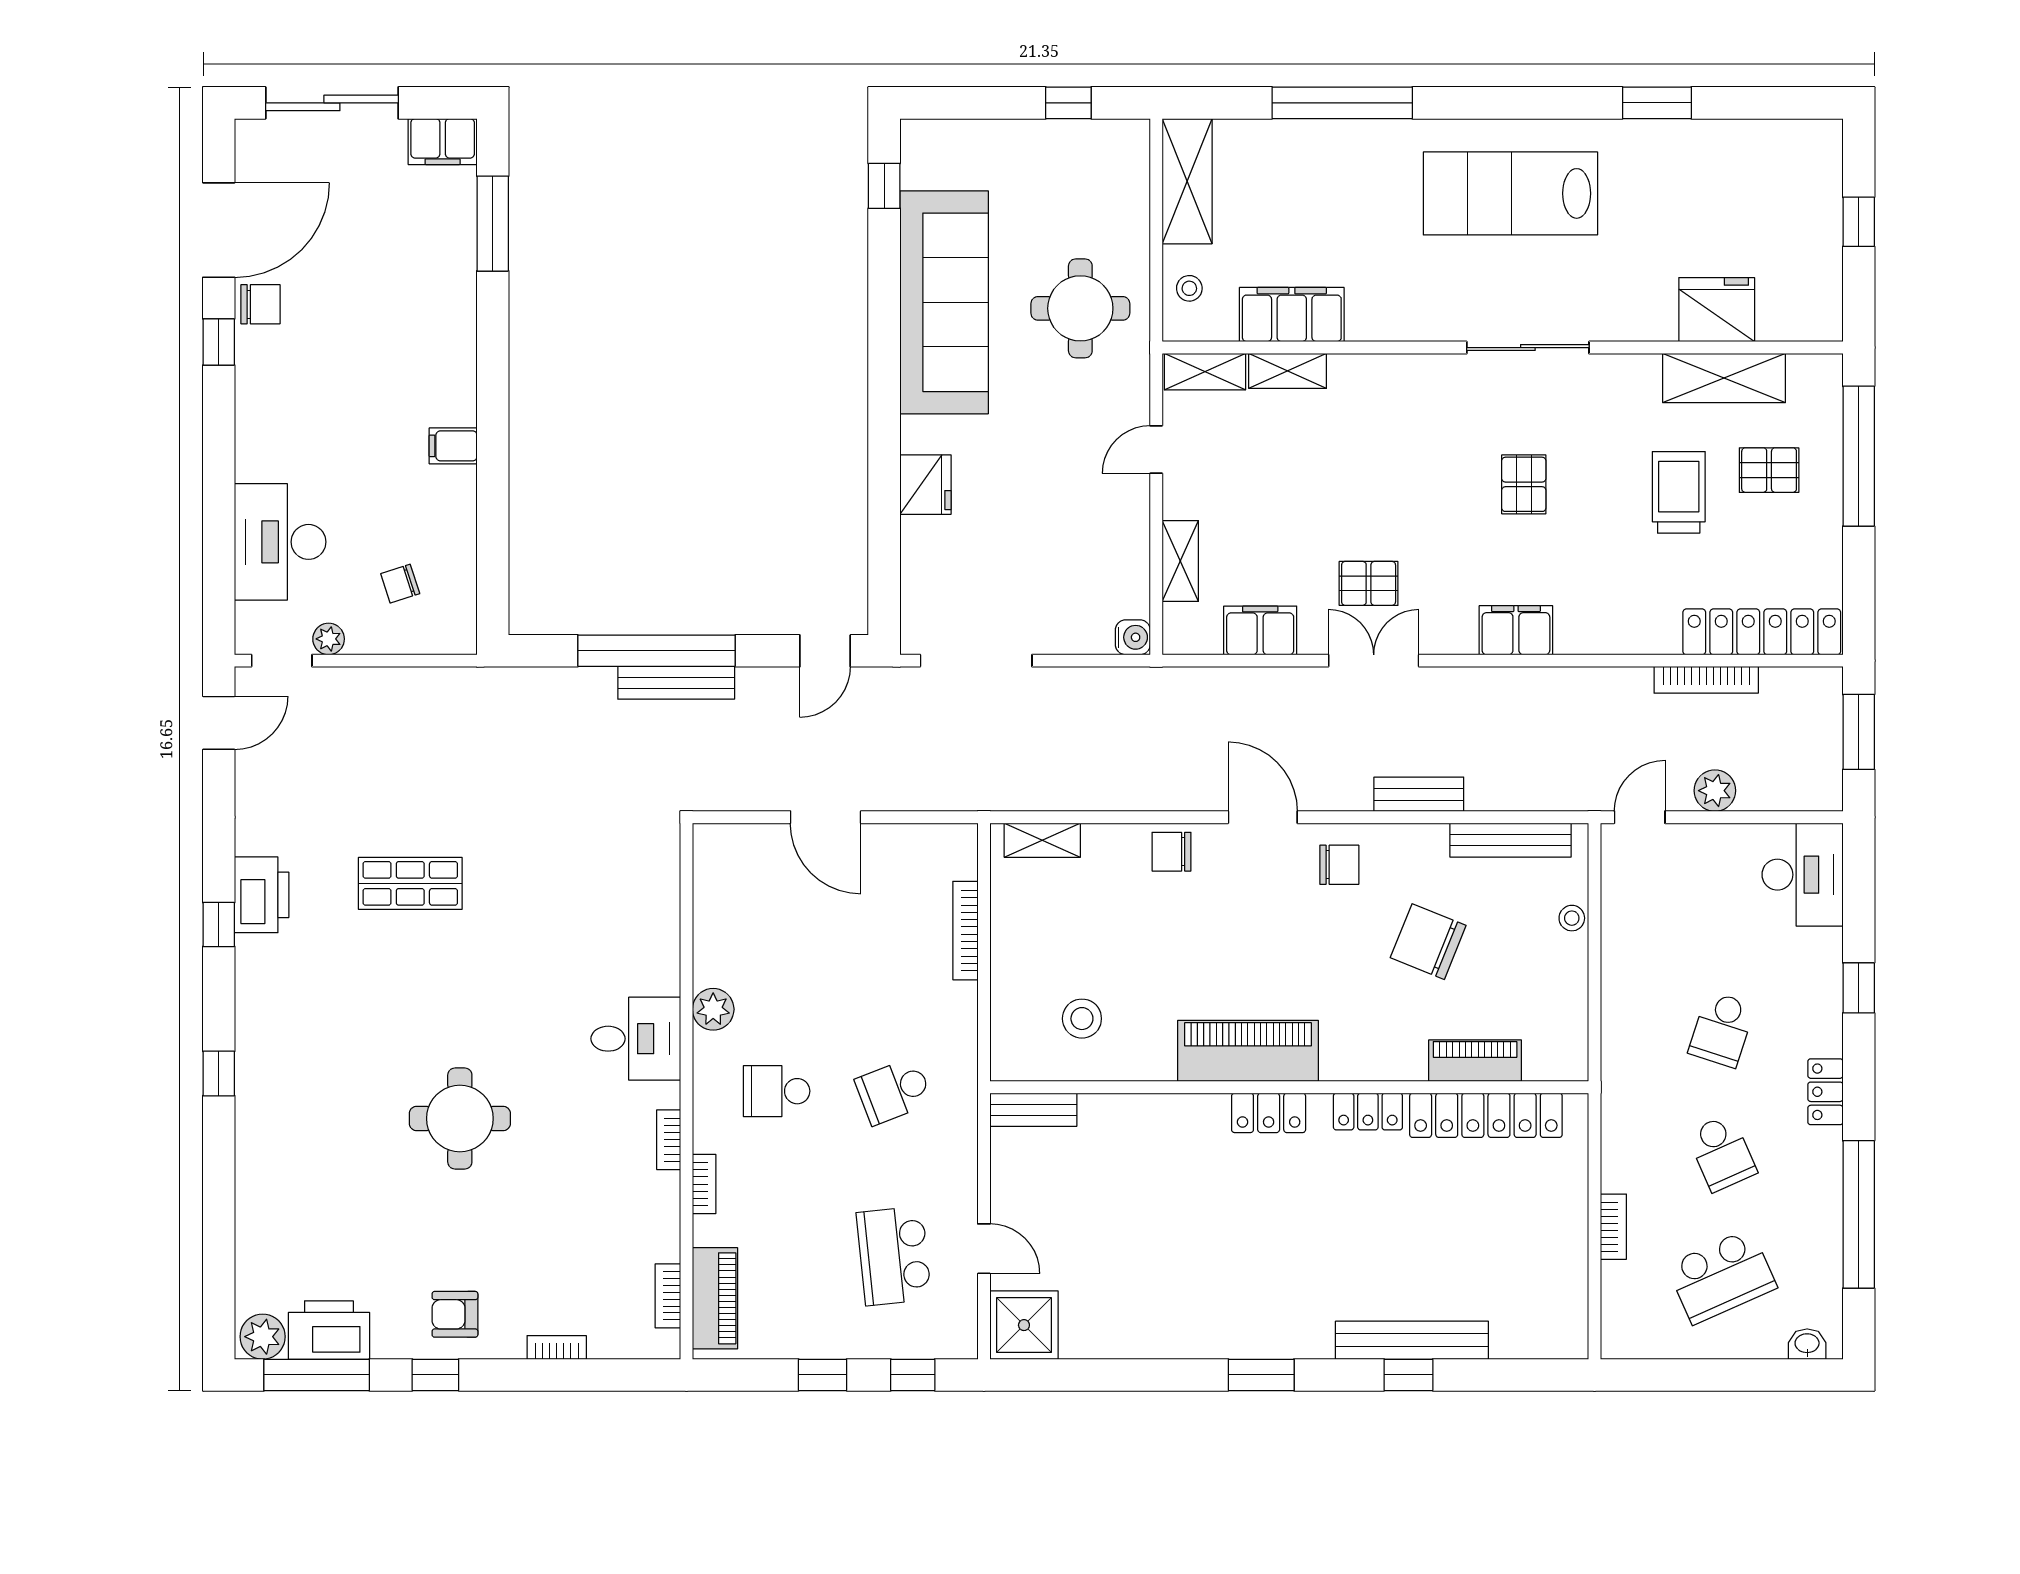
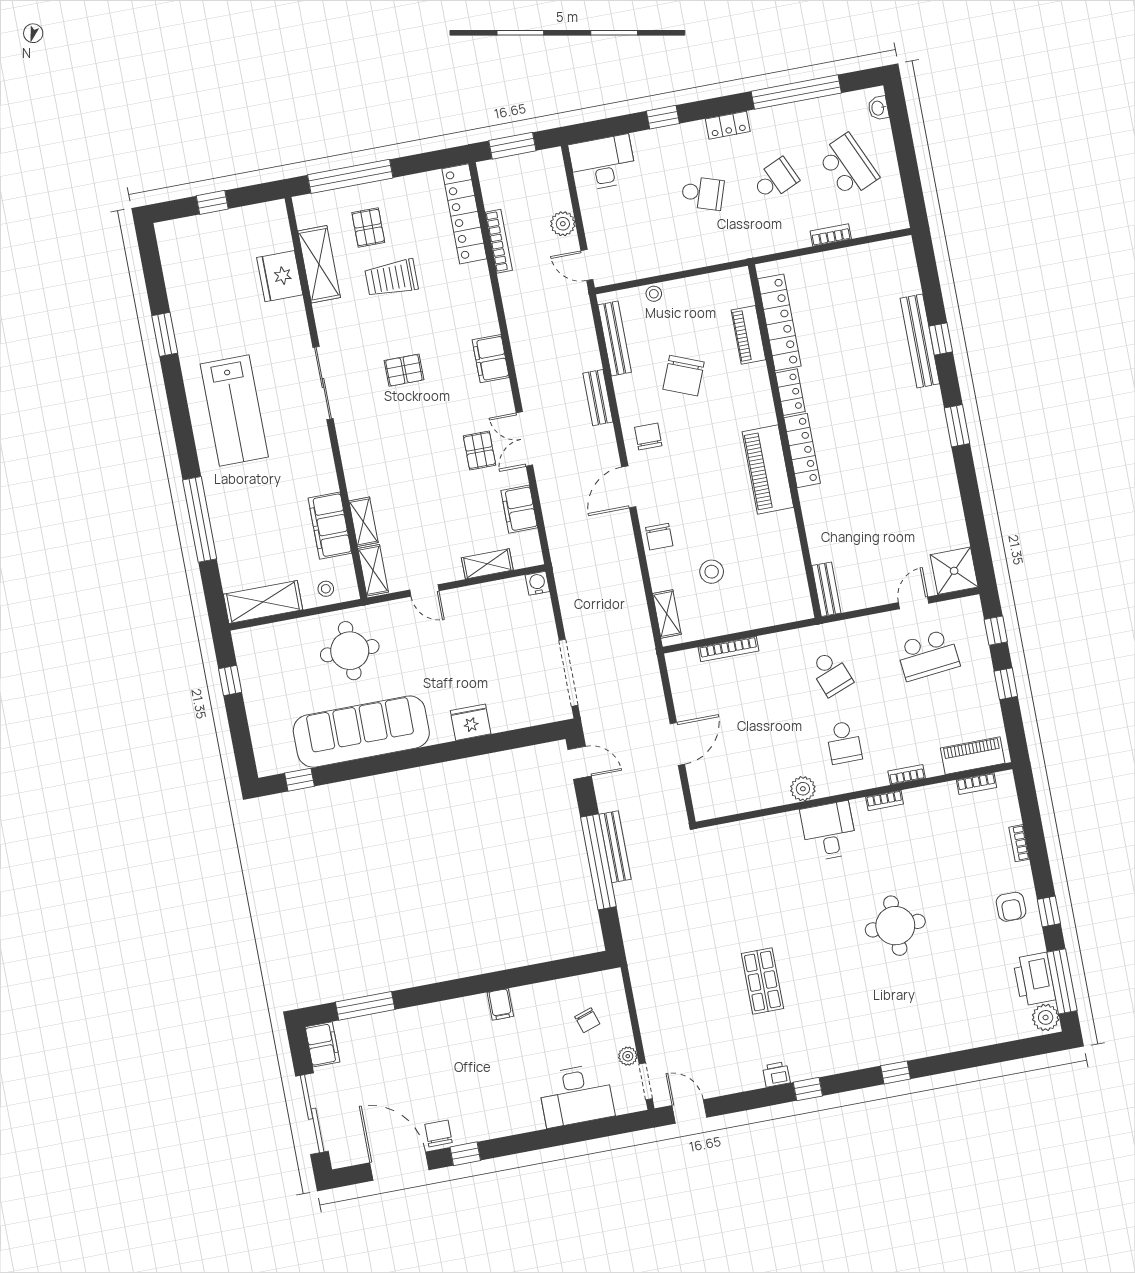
printer: (262, 895) -> (776, 1074), width x0.53, depth x0.68
stool: (1082, 1019) -> (712, 572), moved
locker: (1269, 1113) -> (802, 450), width x1.53

